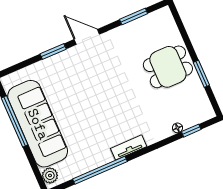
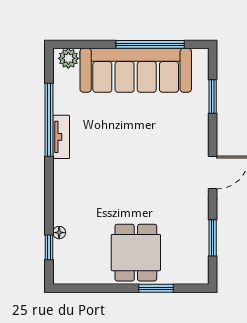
window: (53, 51) -> (213, 97), moved
window: (201, 74) -> (156, 288), moved
tv unit: (129, 147) -> (61, 137), moved

